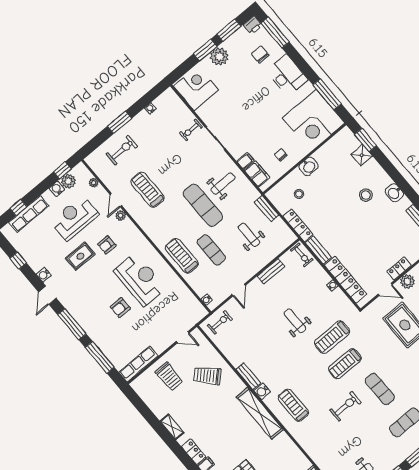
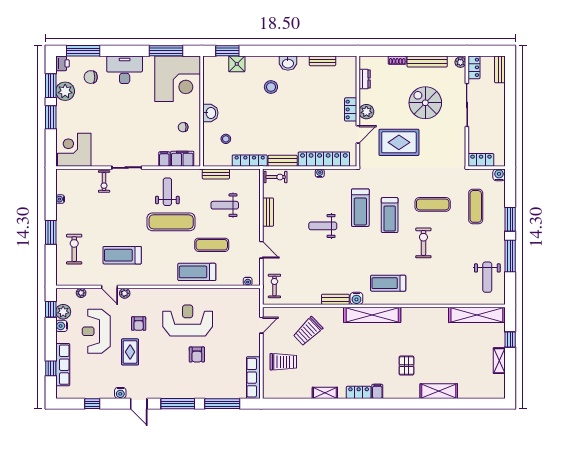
plant: (219, 57) -> (65, 91), moved

